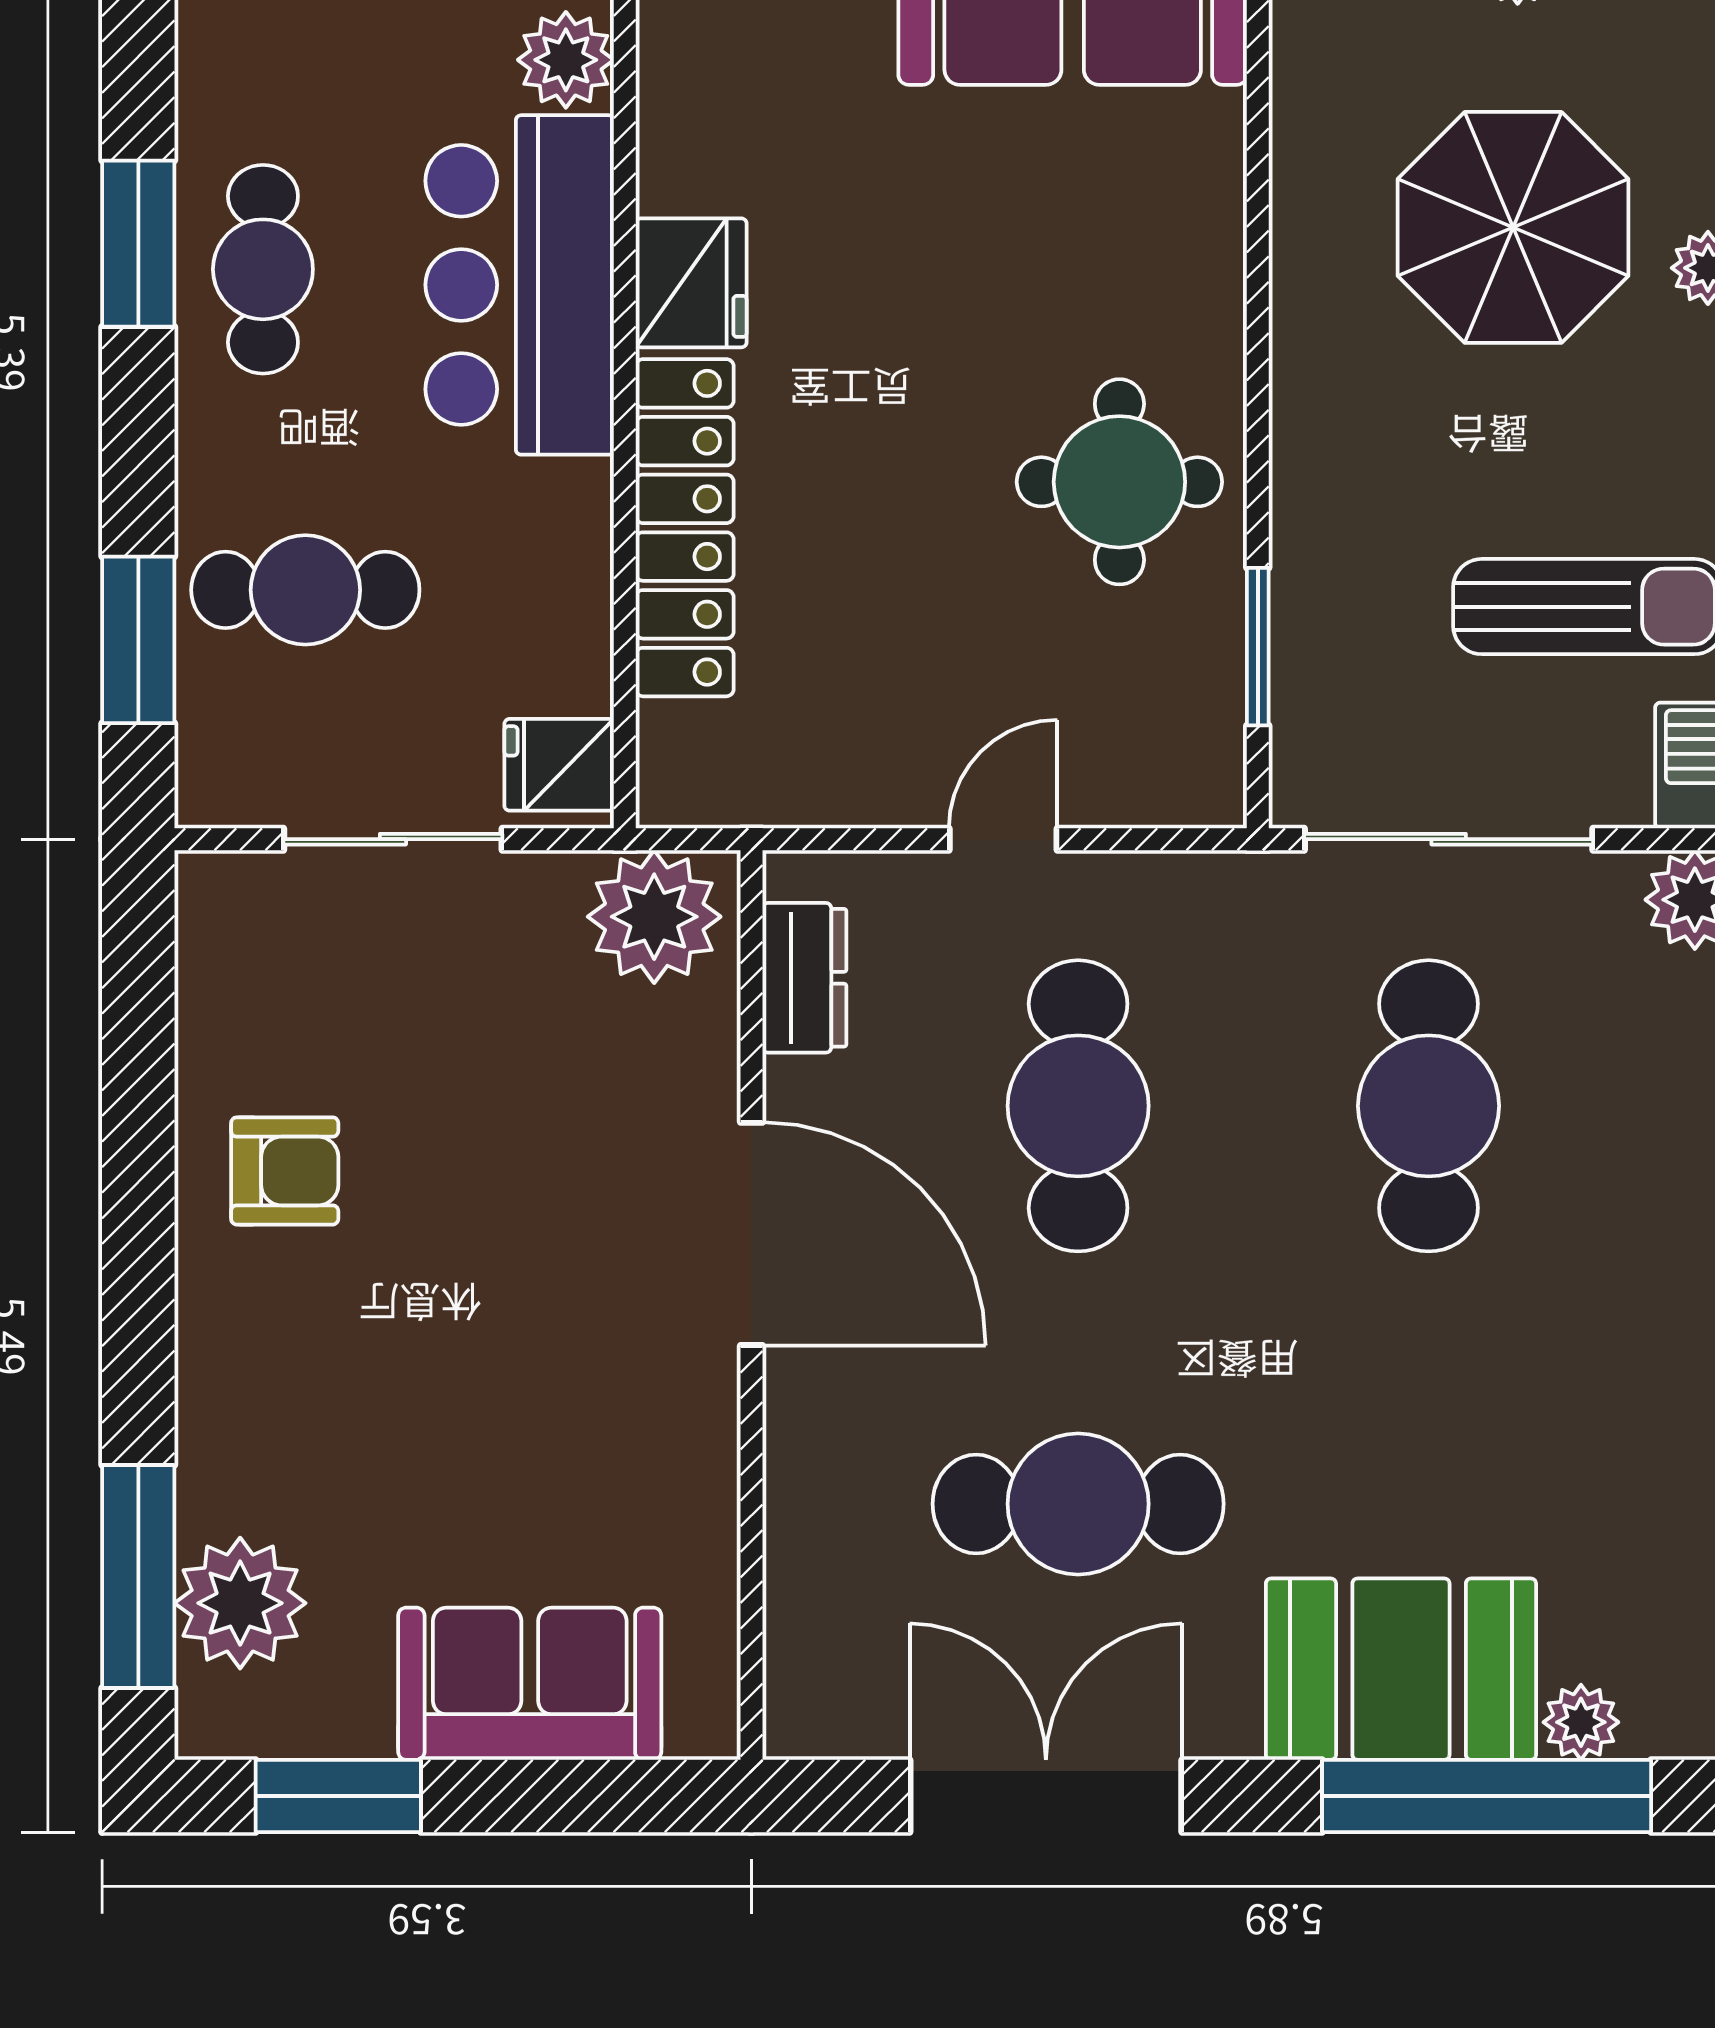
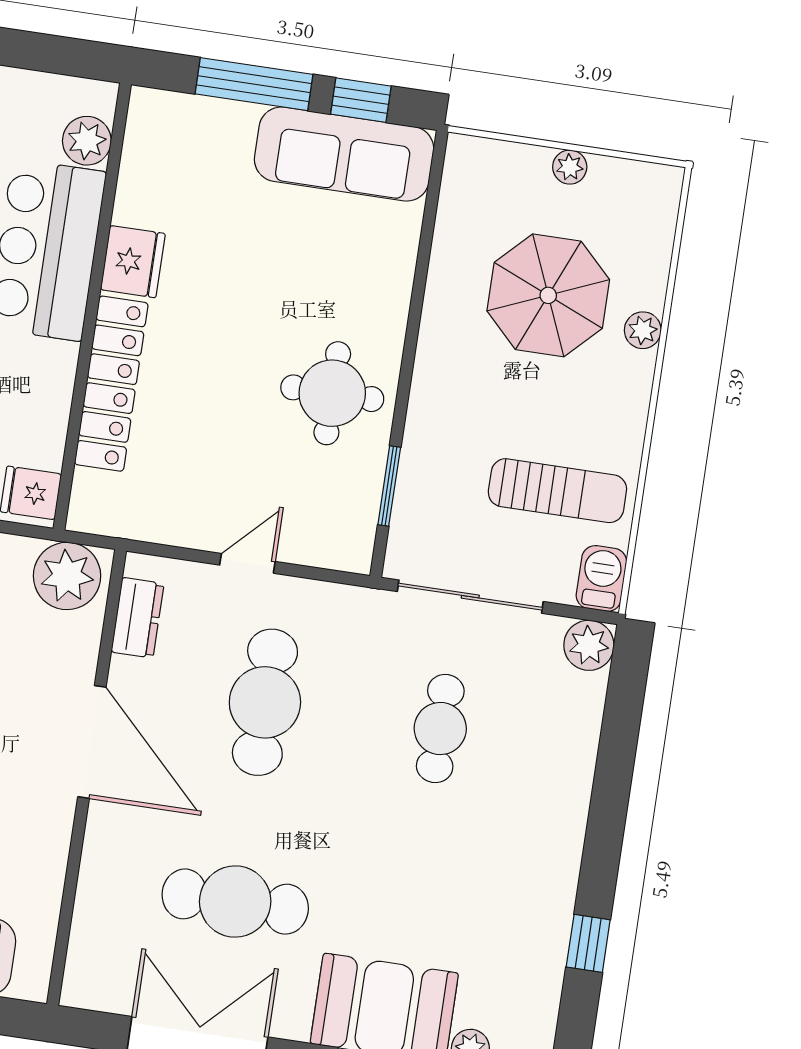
cafe table: (1429, 1106) -> (440, 729), width x0.73, depth x0.74

